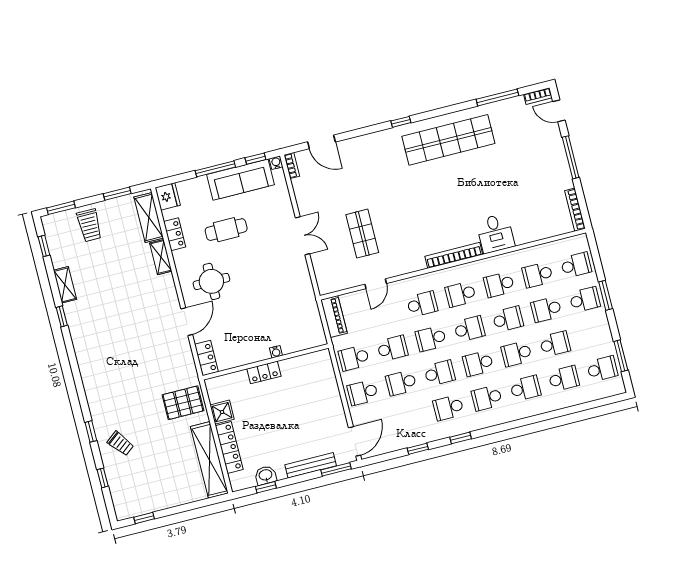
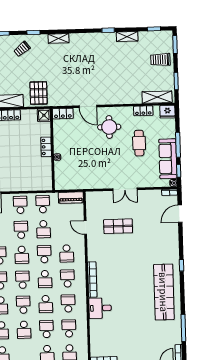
shelving: (161, 257) -> (58, 38), moved
shower: (222, 412) -> (44, 115), moved

